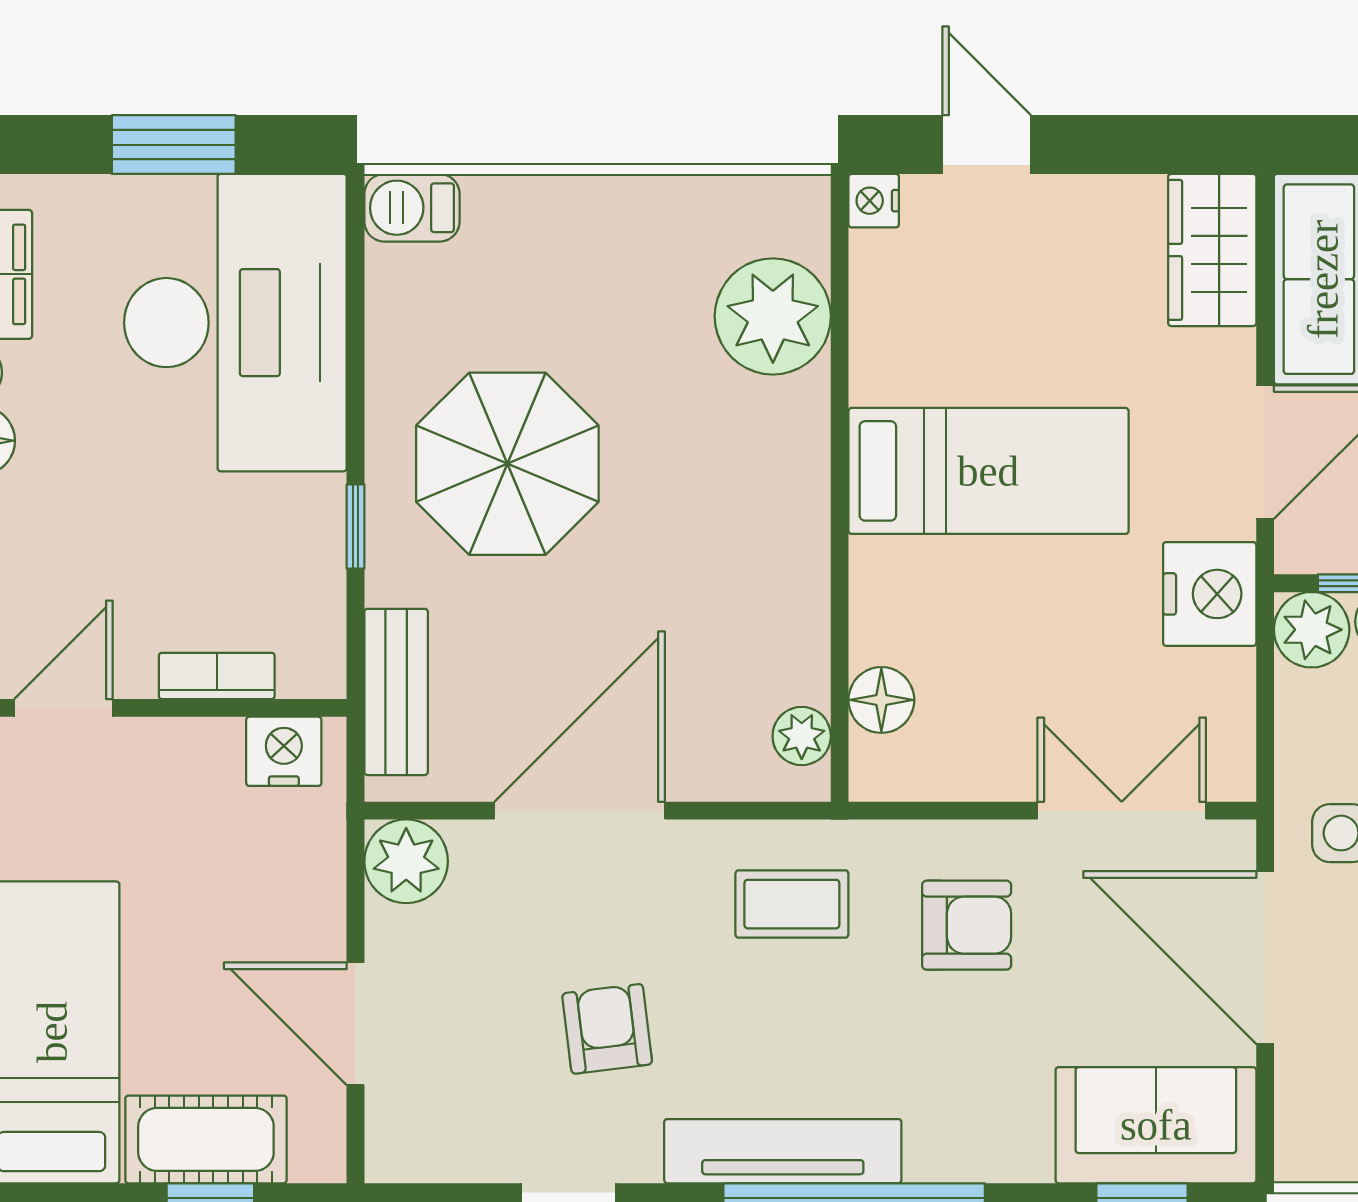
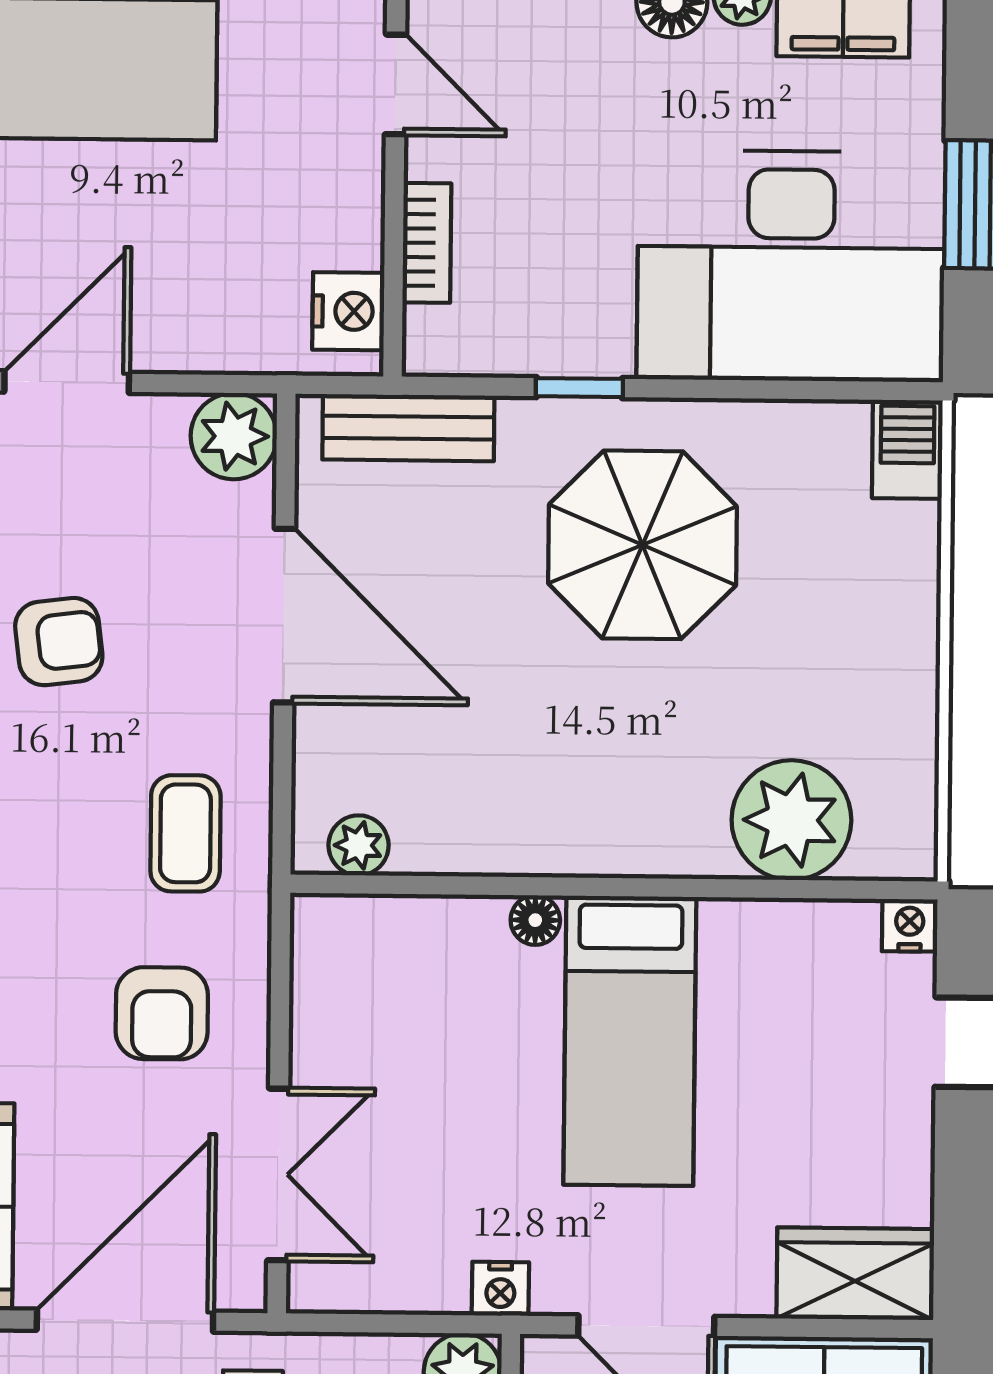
nightstand: (1210, 594) -> (500, 1289), width x0.53, depth x0.56
floor lamp: (881, 700) -> (535, 920), moved, width x0.73, depth x0.73

